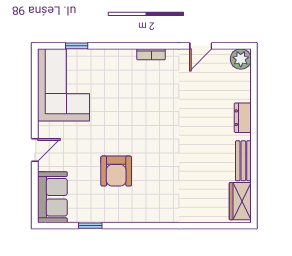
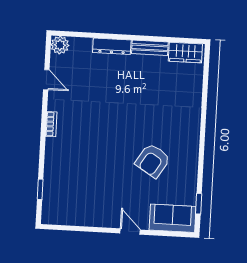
corner sofa: (63, 85) -> (74, 203), removed
dresser: (243, 118) -> (112, 46), width x1.44
armchair: (116, 171) -> (153, 161), turned 122
window: (90, 226) -> (199, 204), moved

